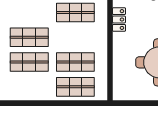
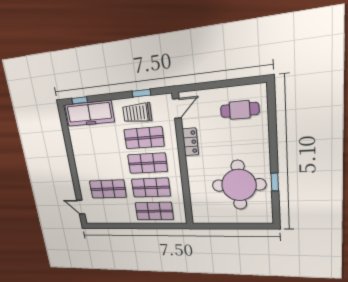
shop shelf: (29, 37) -> (147, 163), moved

